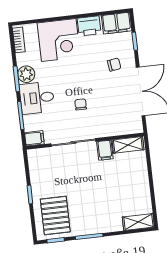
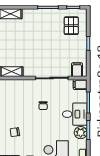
filing cabinet: (105, 150) -> (77, 70), moved
pallet: (55, 215) -> (71, 26), width x0.67, depth x0.71

